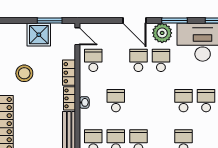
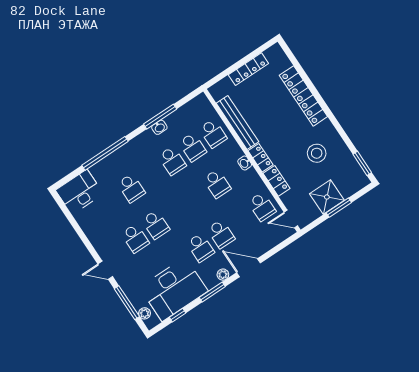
window: (50, 21) -> (339, 208), moved
plant: (162, 33) -> (223, 275), width x0.53, depth x0.53

